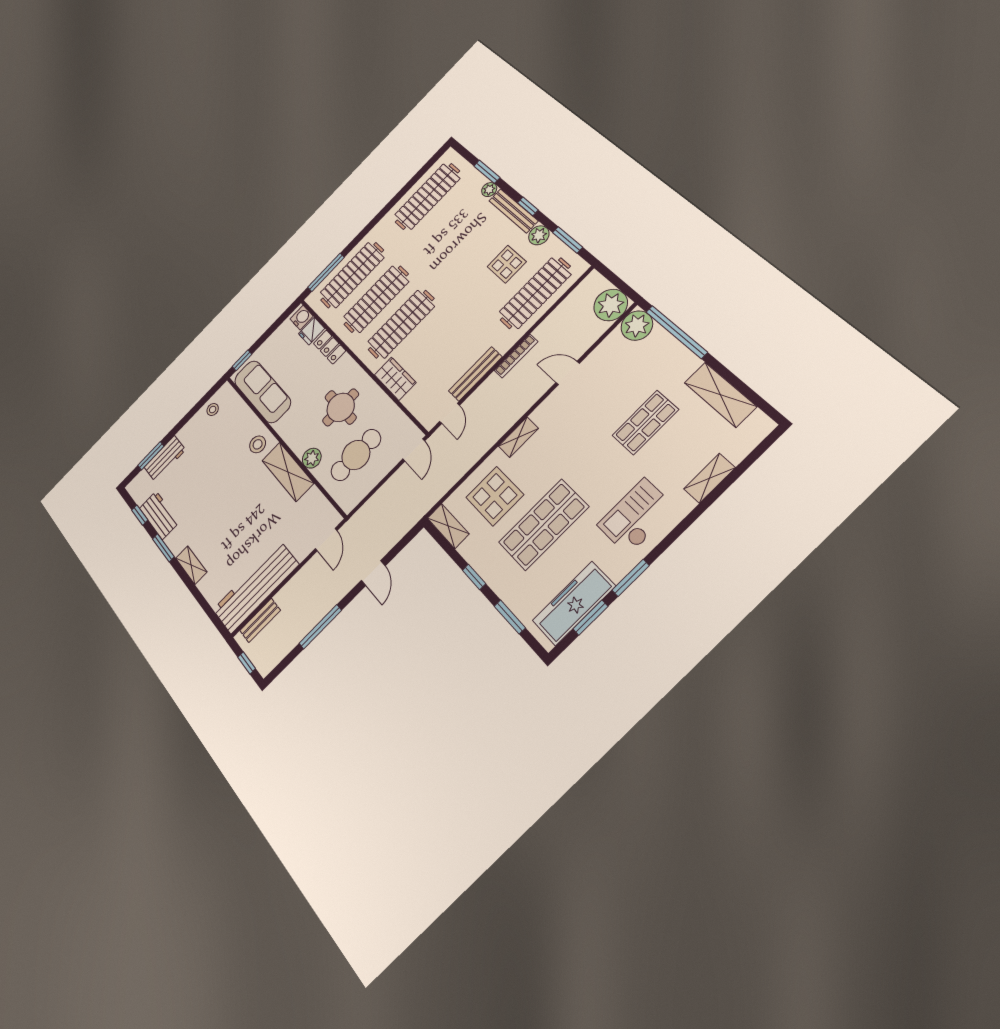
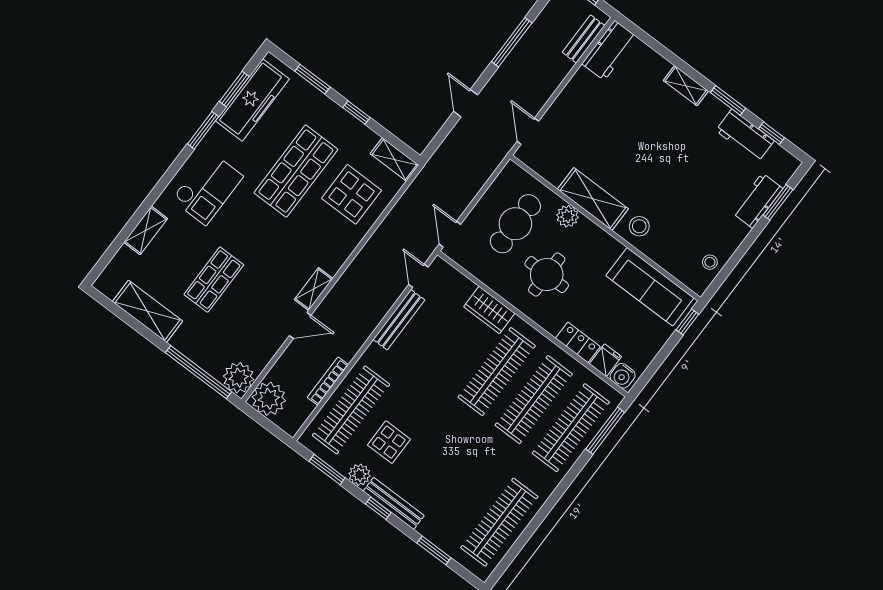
plant: (489, 190) -> (427, 529), removed
bookcase: (516, 356) -> (328, 381), moved
shelving: (518, 437) -> (314, 289), moved
workbench: (256, 587) -> (609, 50), width x0.53, depth x0.76

